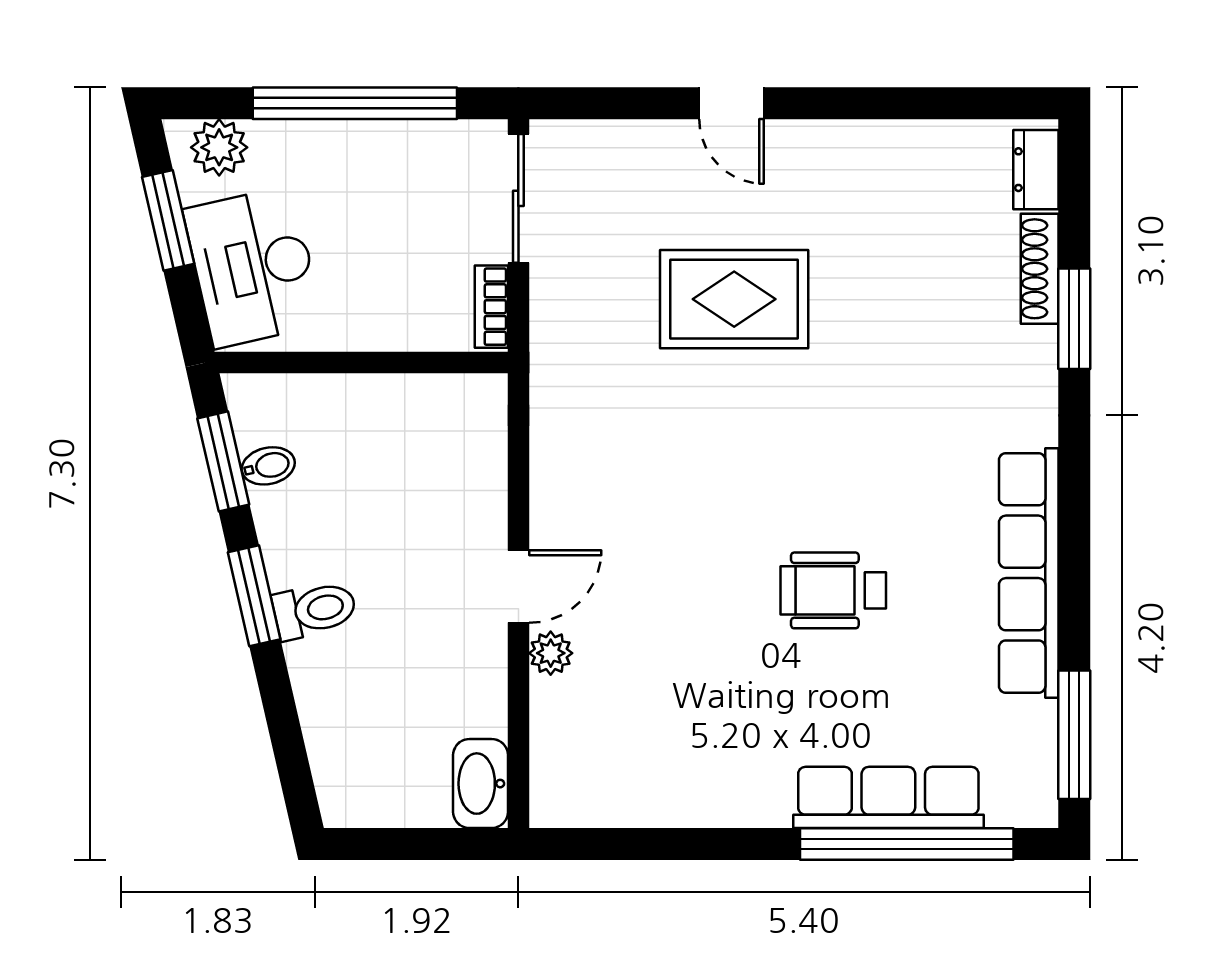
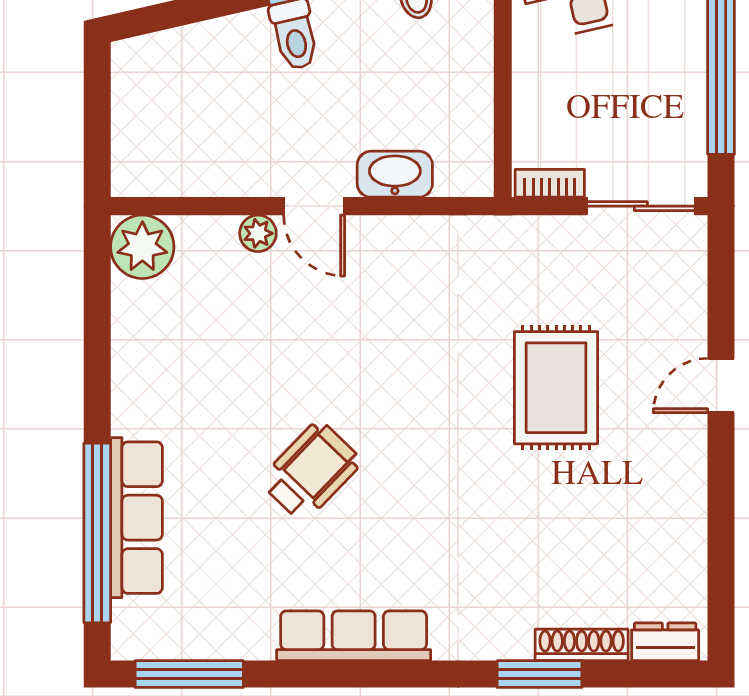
row of seats: (1029, 573) -> (354, 636), width x0.73
wheelchair: (833, 590) -> (311, 471), turned 44
washbasin: (481, 784) -> (395, 174), moved
plant: (567, 791) -> (142, 247), added

